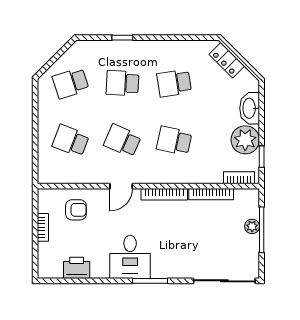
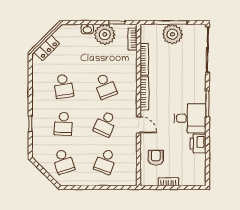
washbasin: (250, 108) -> (87, 29), width x0.52, depth x0.69
school desk: (174, 141) -> (105, 86), turned -33
plant: (252, 226) -> (172, 34), width x1.88, depth x1.88
printer: (77, 268) -> (198, 144), moved

